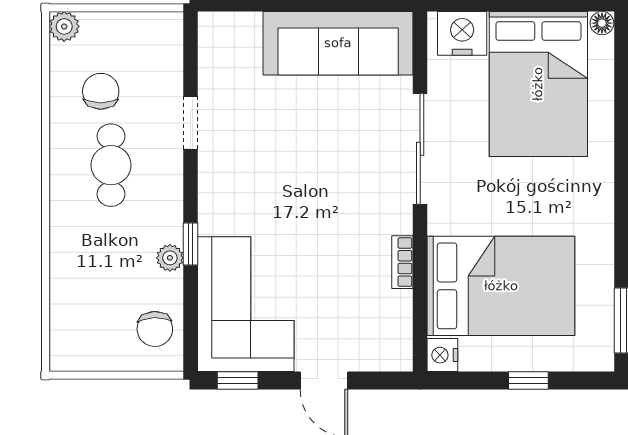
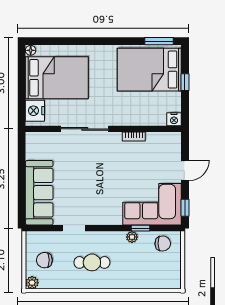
sofa: (338, 43) -> (39, 193), moved
chair: (101, 91) -> (44, 260), moved
window: (190, 244) -> (140, 228), moved
bed: (501, 286) -> (149, 70), moved, turned -90

